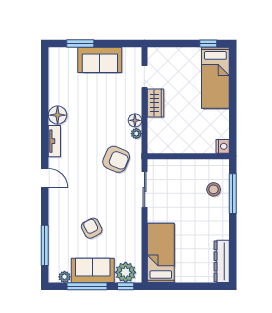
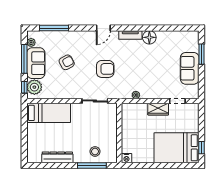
bed: (215, 78) -> (177, 148), width x1.50
floor lamp: (135, 120) -> (145, 94), removed
armchair: (116, 159) -> (105, 69), moved, turned -113
dresser: (222, 261) -> (57, 157), moved

